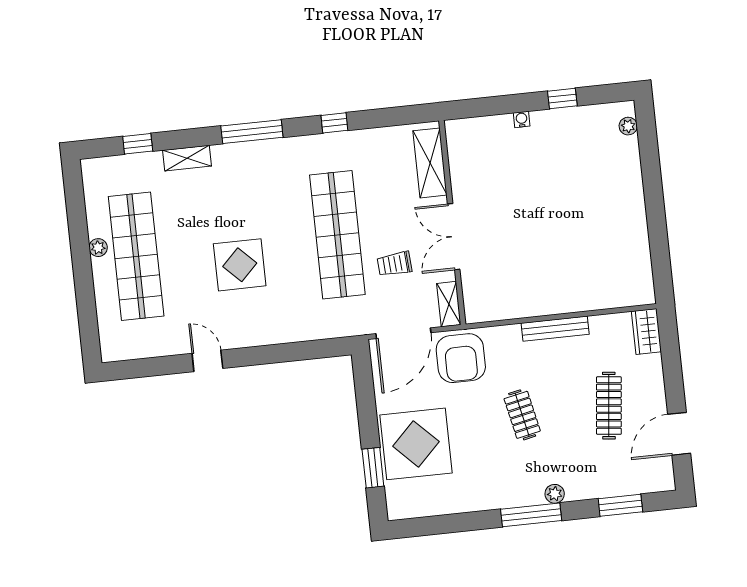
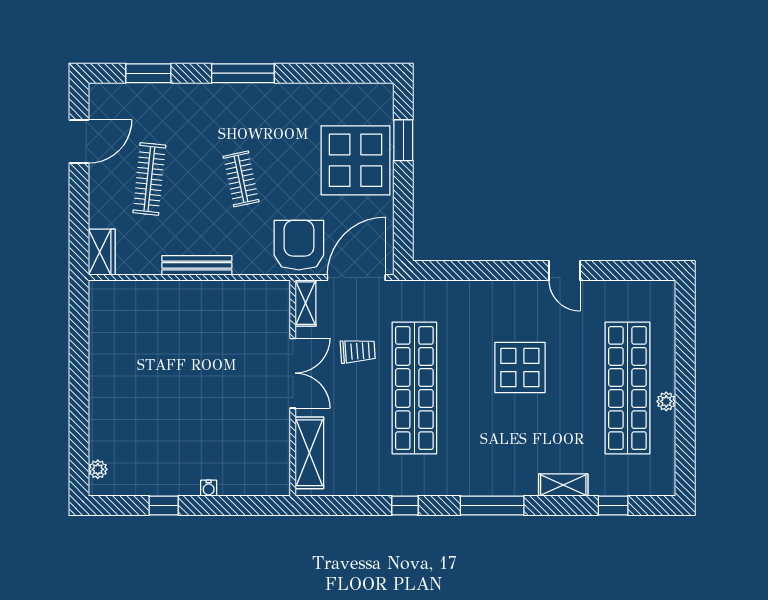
plant: (555, 494) -> (216, 93), removed

